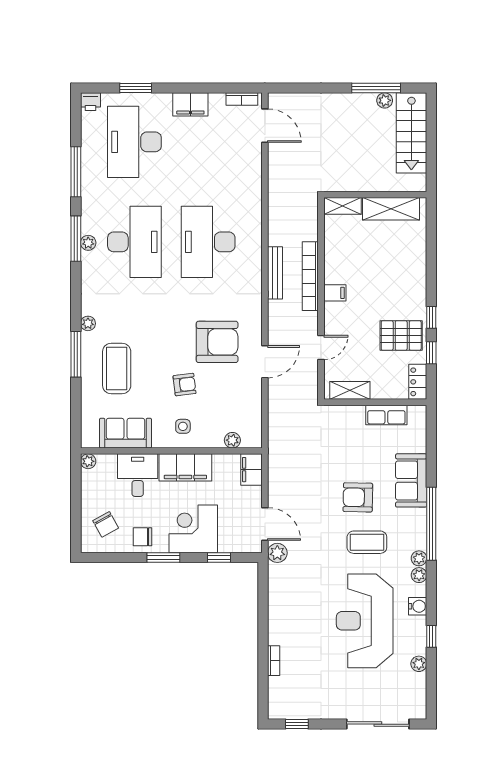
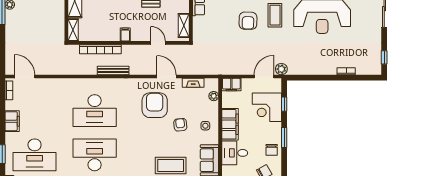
door: (265, 126) -> (25, 77), hinge flipped
bookcase: (310, 276) -> (100, 49), moved
fireplace: (254, 406) -> (193, 83), added
corner desk: (193, 529) -> (267, 107), moved

